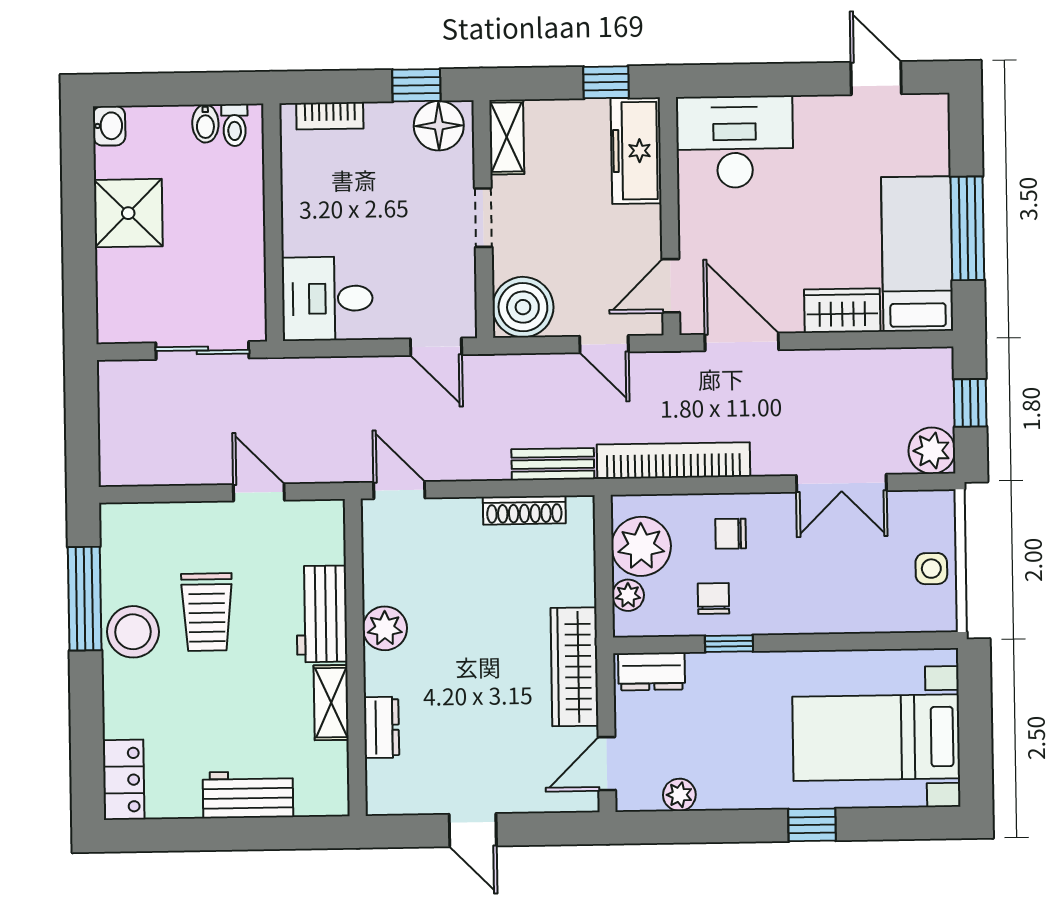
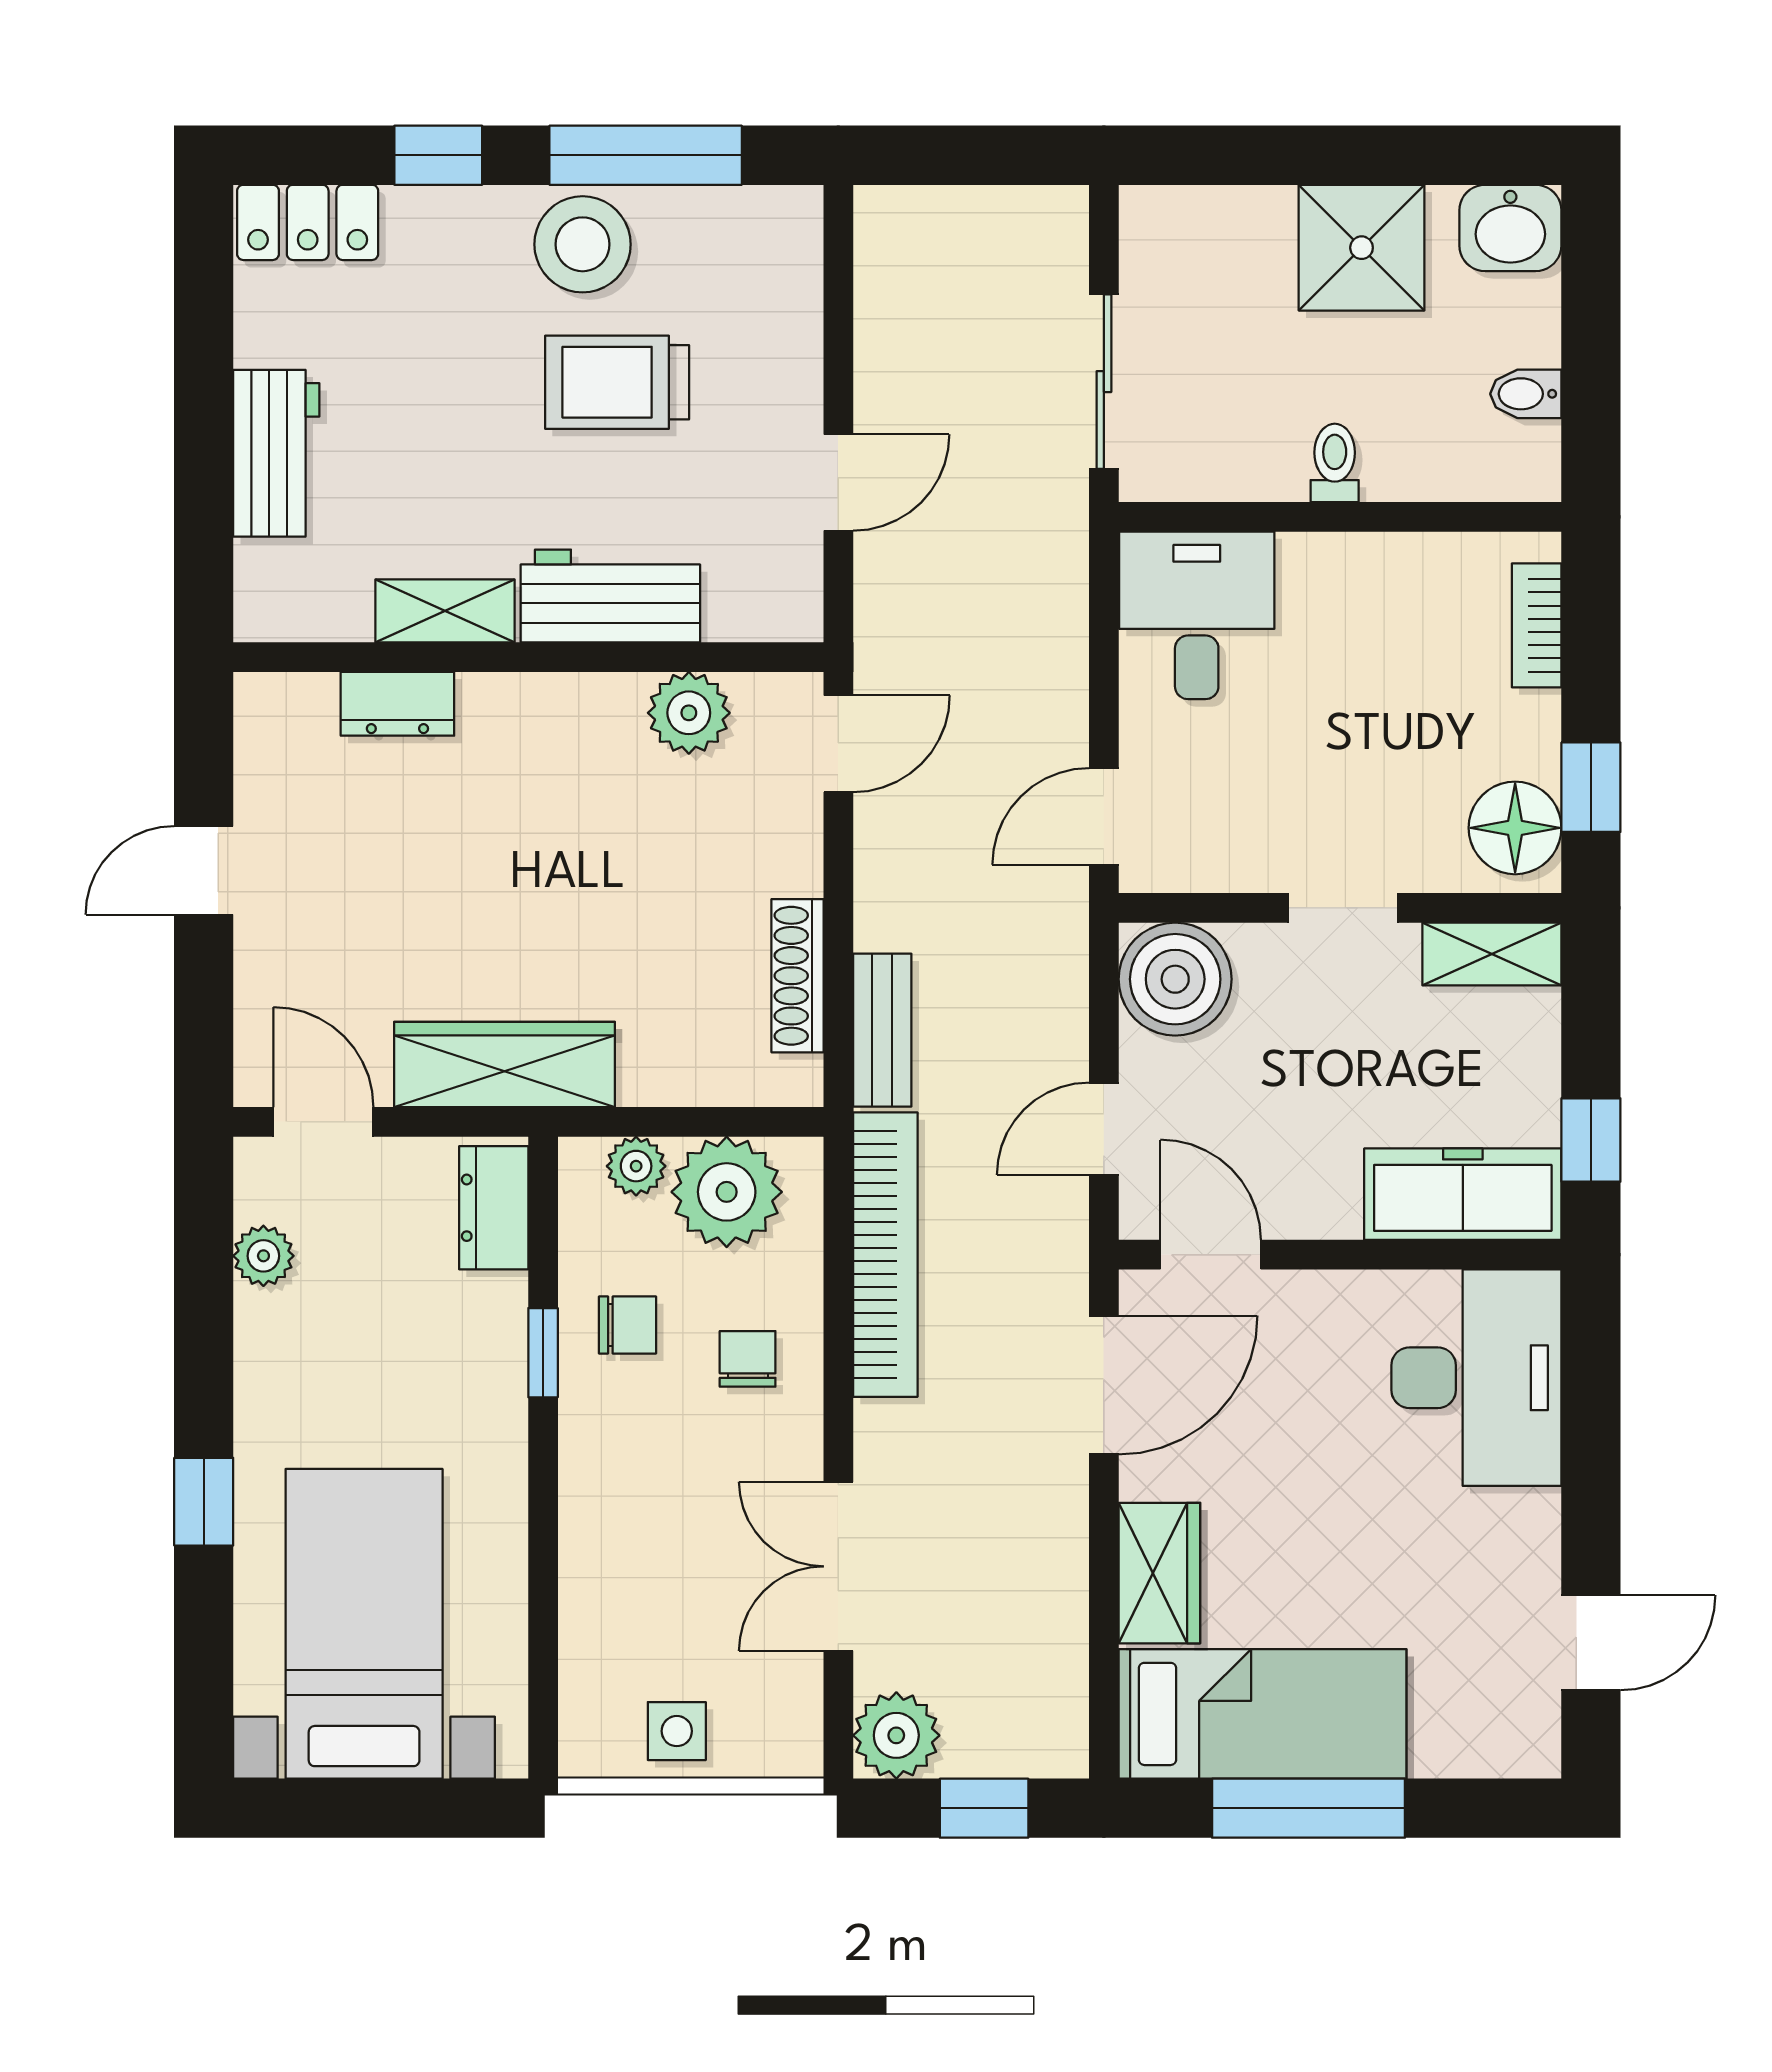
toilet: (235, 125) -> (1335, 463), moved, turned 90
washbasin: (109, 126) -> (1510, 228), width x1.38, depth x1.45
plant: (385, 628) -> (689, 713), moved
window: (86, 710) -> (438, 155), added

